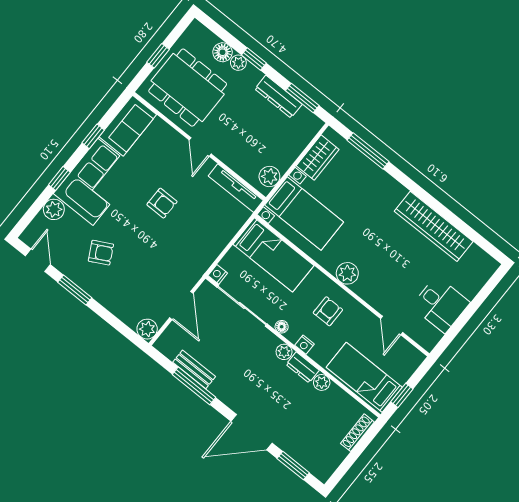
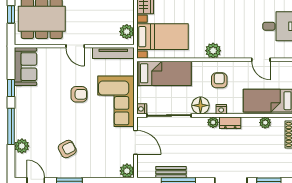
window: (59, 178) -> (11, 126), width x2.17
corner sofa: (95, 182) -> (116, 101), moved, turned 180
floor lamp: (282, 327) -> (200, 105), width x1.89, depth x1.89
plant: (322, 382) -> (265, 123), moved

